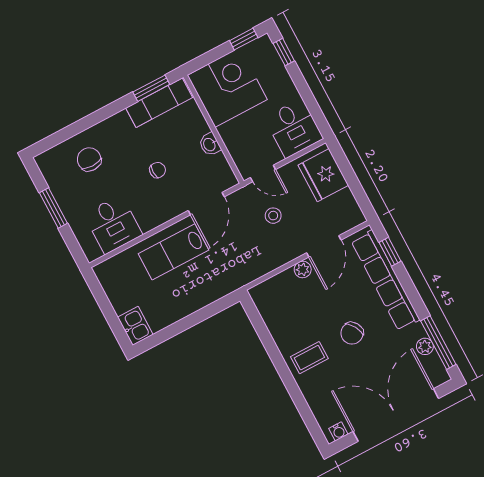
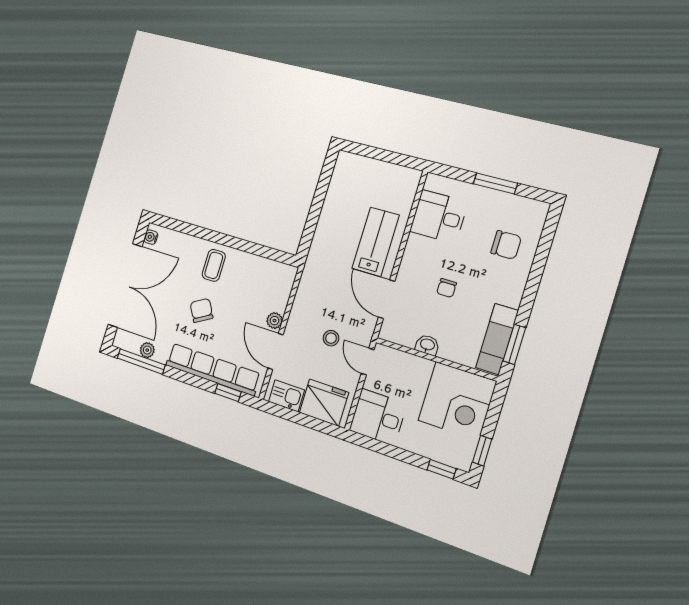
door: (263, 173) -> (368, 362), hinge flipped
kitchen sink: (135, 326) -> (286, 396), moved, turned 180

